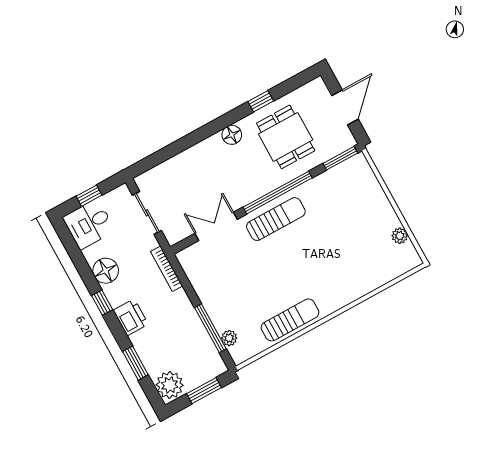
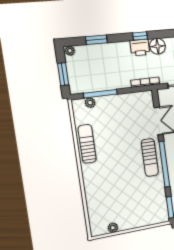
printer: (131, 317) -> (140, 48), moved
sun lounger: (290, 320) -> (87, 144), turned 180
plant: (170, 385) -> (70, 51), width x0.53, depth x0.53

